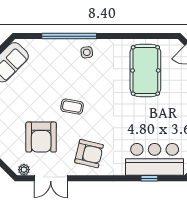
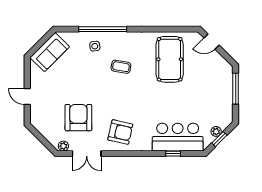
side table: (87, 52) -> (95, 46), moved
coffee table: (72, 107) -> (121, 67), moved
armchair: (41, 137) -> (78, 118), turned 180

